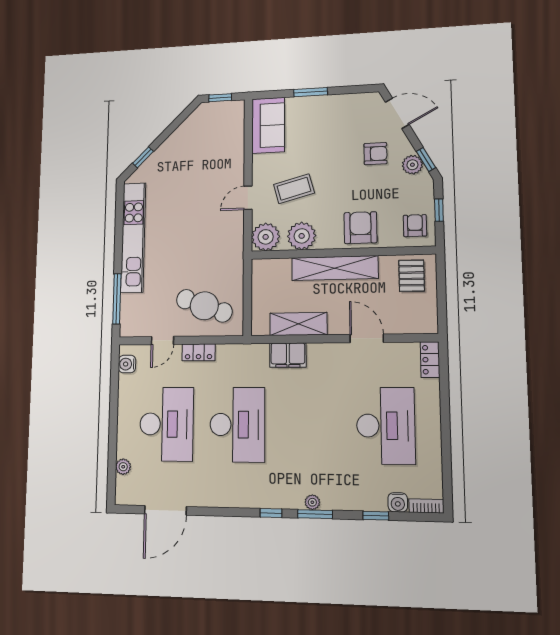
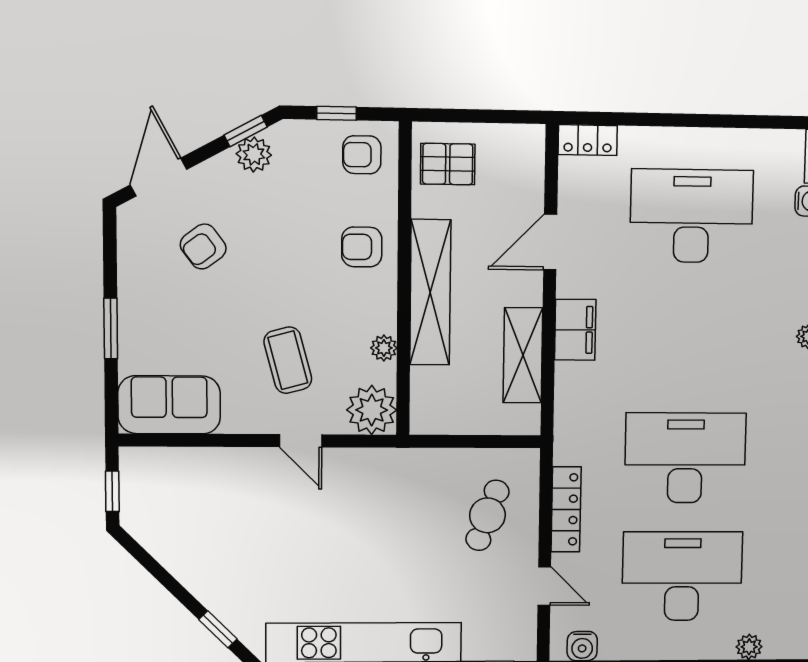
armchair: (375, 154) -> (203, 246), moved, turned -127
armchair: (361, 228) -> (362, 247), width x0.72, depth x0.72
plant: (302, 236) -> (384, 348), width x0.53, depth x0.53
cafe table: (204, 306) -> (487, 515), width x0.73, depth x0.74
locker: (199, 352) -> (566, 509), width x1.53
filing cabinet: (288, 355) -> (575, 330), moved

